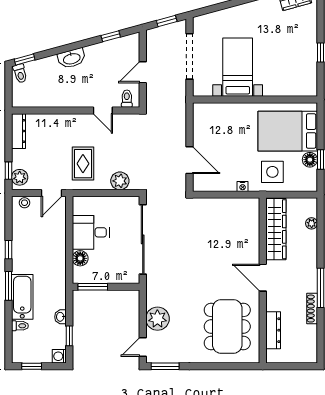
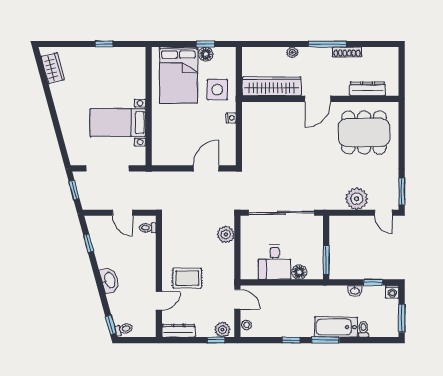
door: (103, 110) -> (159, 301), moved
rug: (83, 164) -> (187, 278), moved
plant: (312, 223) -> (292, 52), moved
window: (32, 366) -> (402, 318), width x1.50

